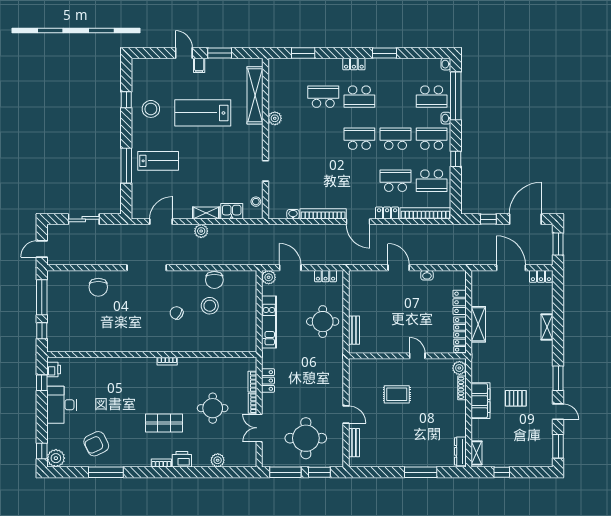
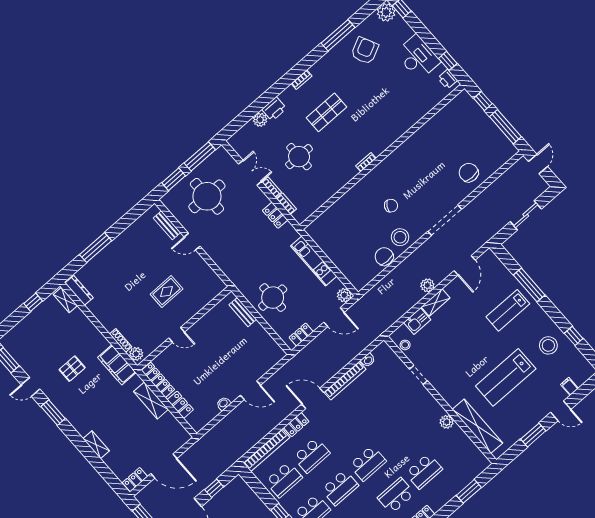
filing cabinet: (199, 65) -> (569, 386), moved
lab bench: (203, 113) -> (506, 377), turned 180
school desk: (432, 181) -> (284, 480), turned 180
stool: (210, 306) -> (400, 237), moved
filing cabinet: (481, 401) -> (117, 365), moved
printer: (182, 459) -> (274, 109), moved

